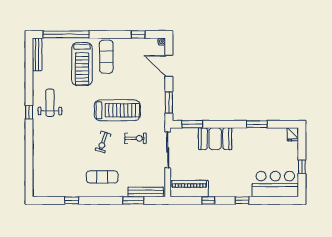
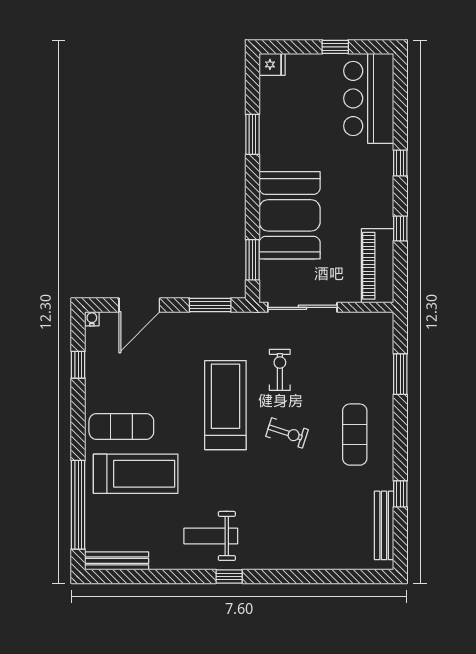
booth: (215, 139) -> (290, 215), width x1.36, depth x1.42
bench: (146, 192) -> (384, 525), moved

